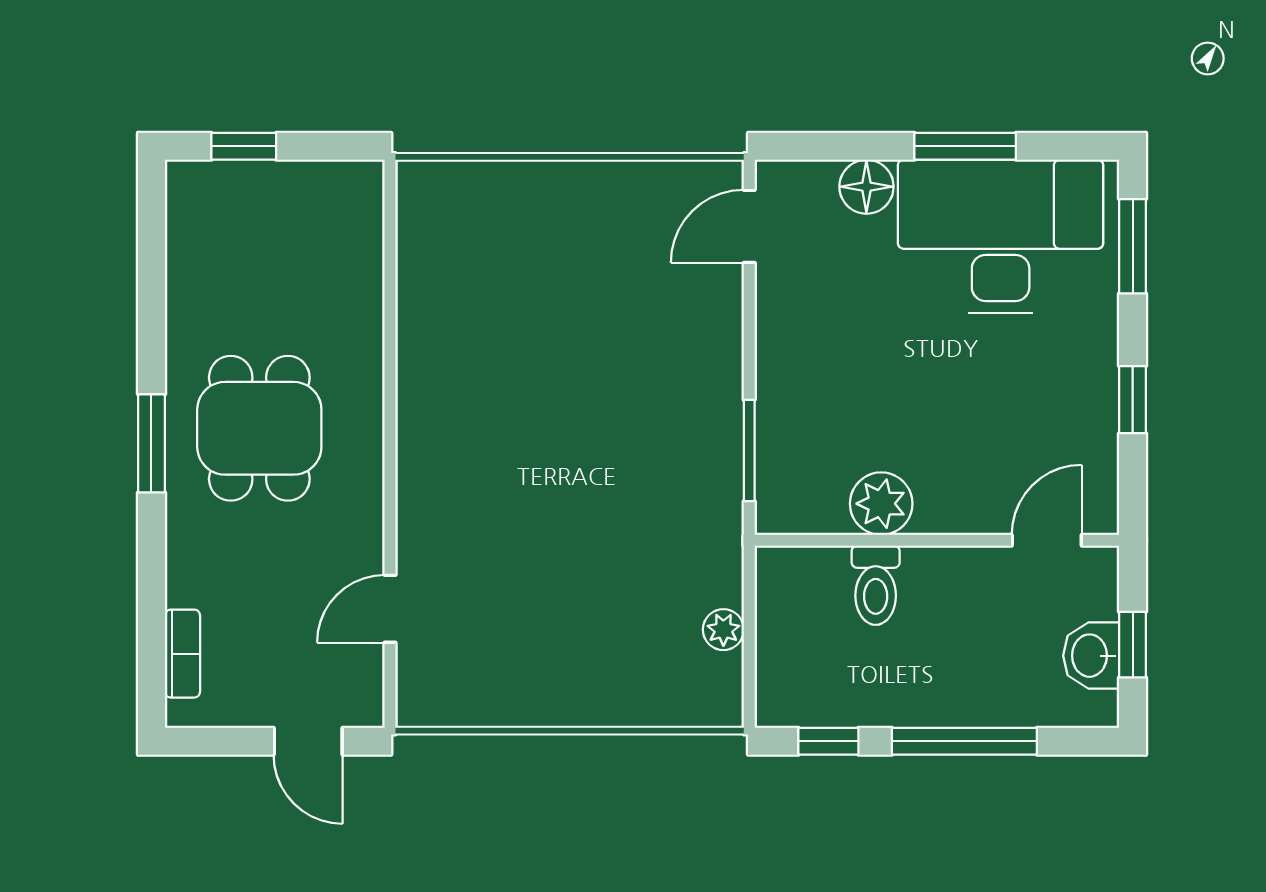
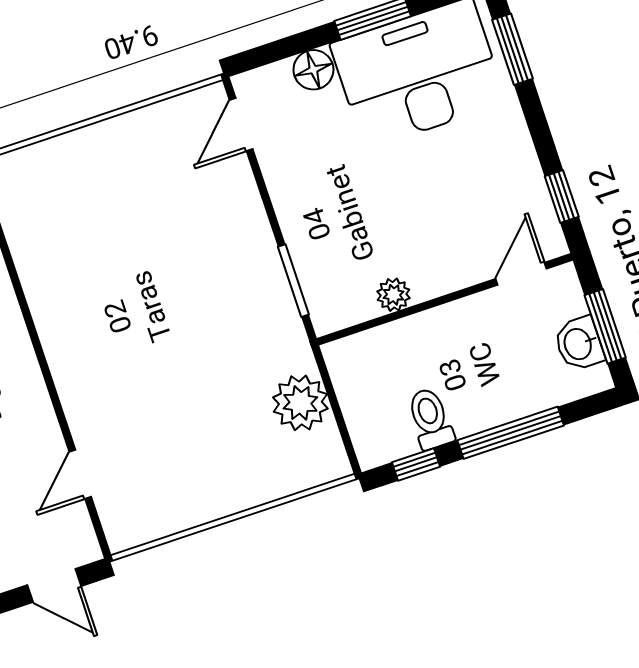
window: (1133, 400) -> (562, 196), moved
plant: (881, 504) -> (393, 295), width x0.73, depth x0.73
toilet: (876, 585) -> (430, 419), moved, turned 180
plant: (723, 630) -> (300, 403), width x1.87, depth x1.87
window: (1133, 645) -> (605, 326), width x1.50

